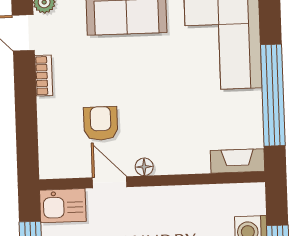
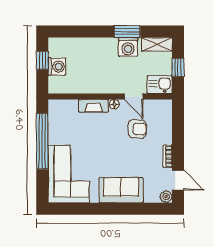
armchair: (101, 123) -> (137, 129), turned -90
fireplace: (237, 161) -> (93, 106), moved

